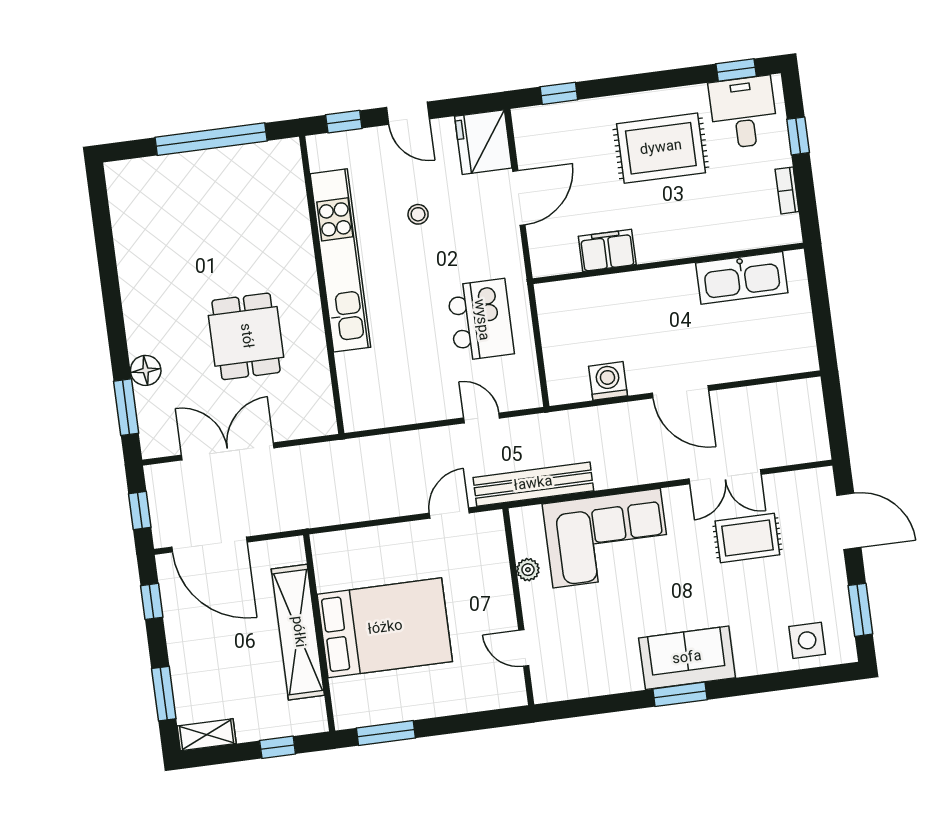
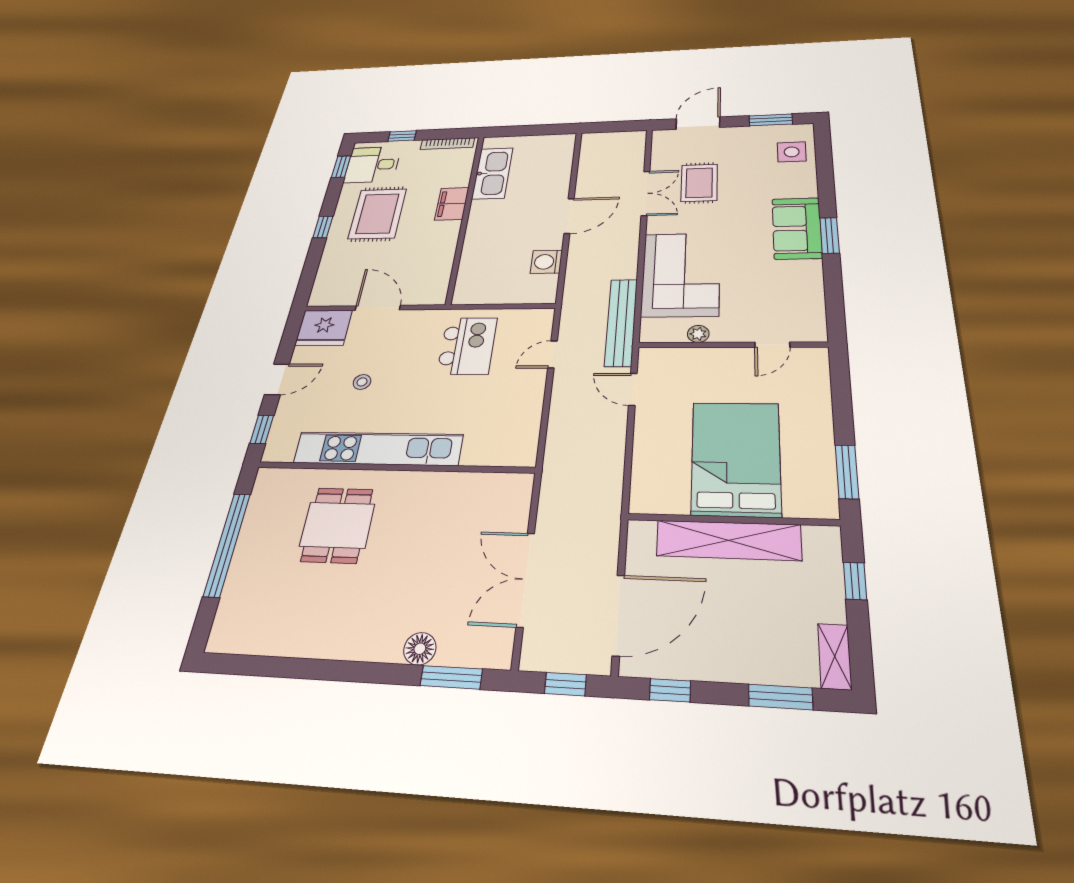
window: (559, 93) -> (323, 227), moved
bookcase: (787, 190) -> (447, 144), width x1.56
filing cabinet: (607, 250) -> (452, 204), moved
kitchen island: (481, 320) -> (467, 346), turned 90
dining table: (246, 336) -> (337, 525), moved, turned 90

